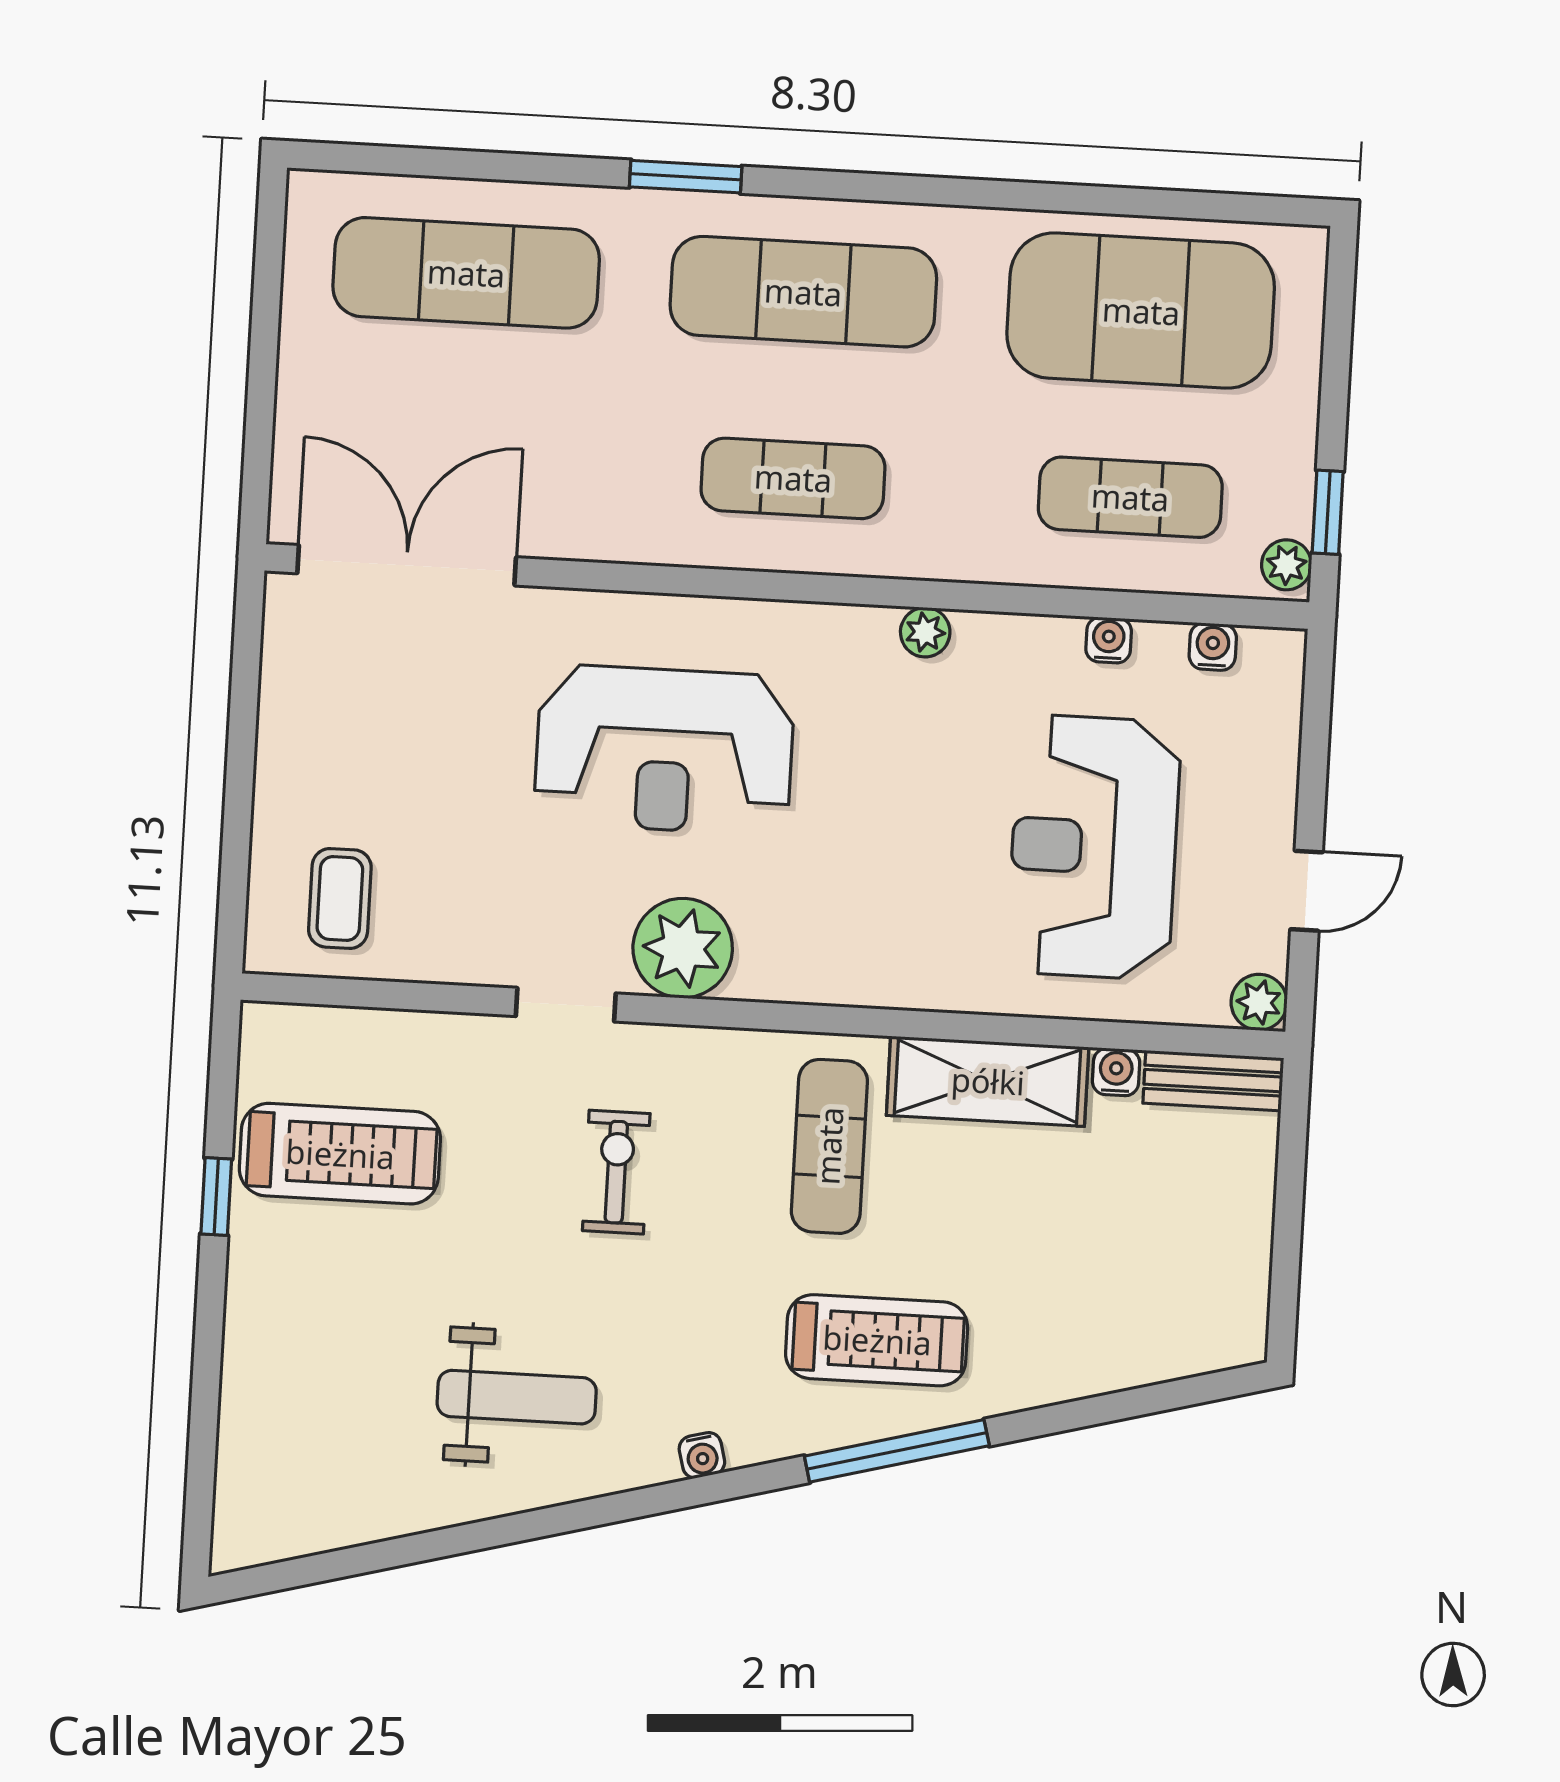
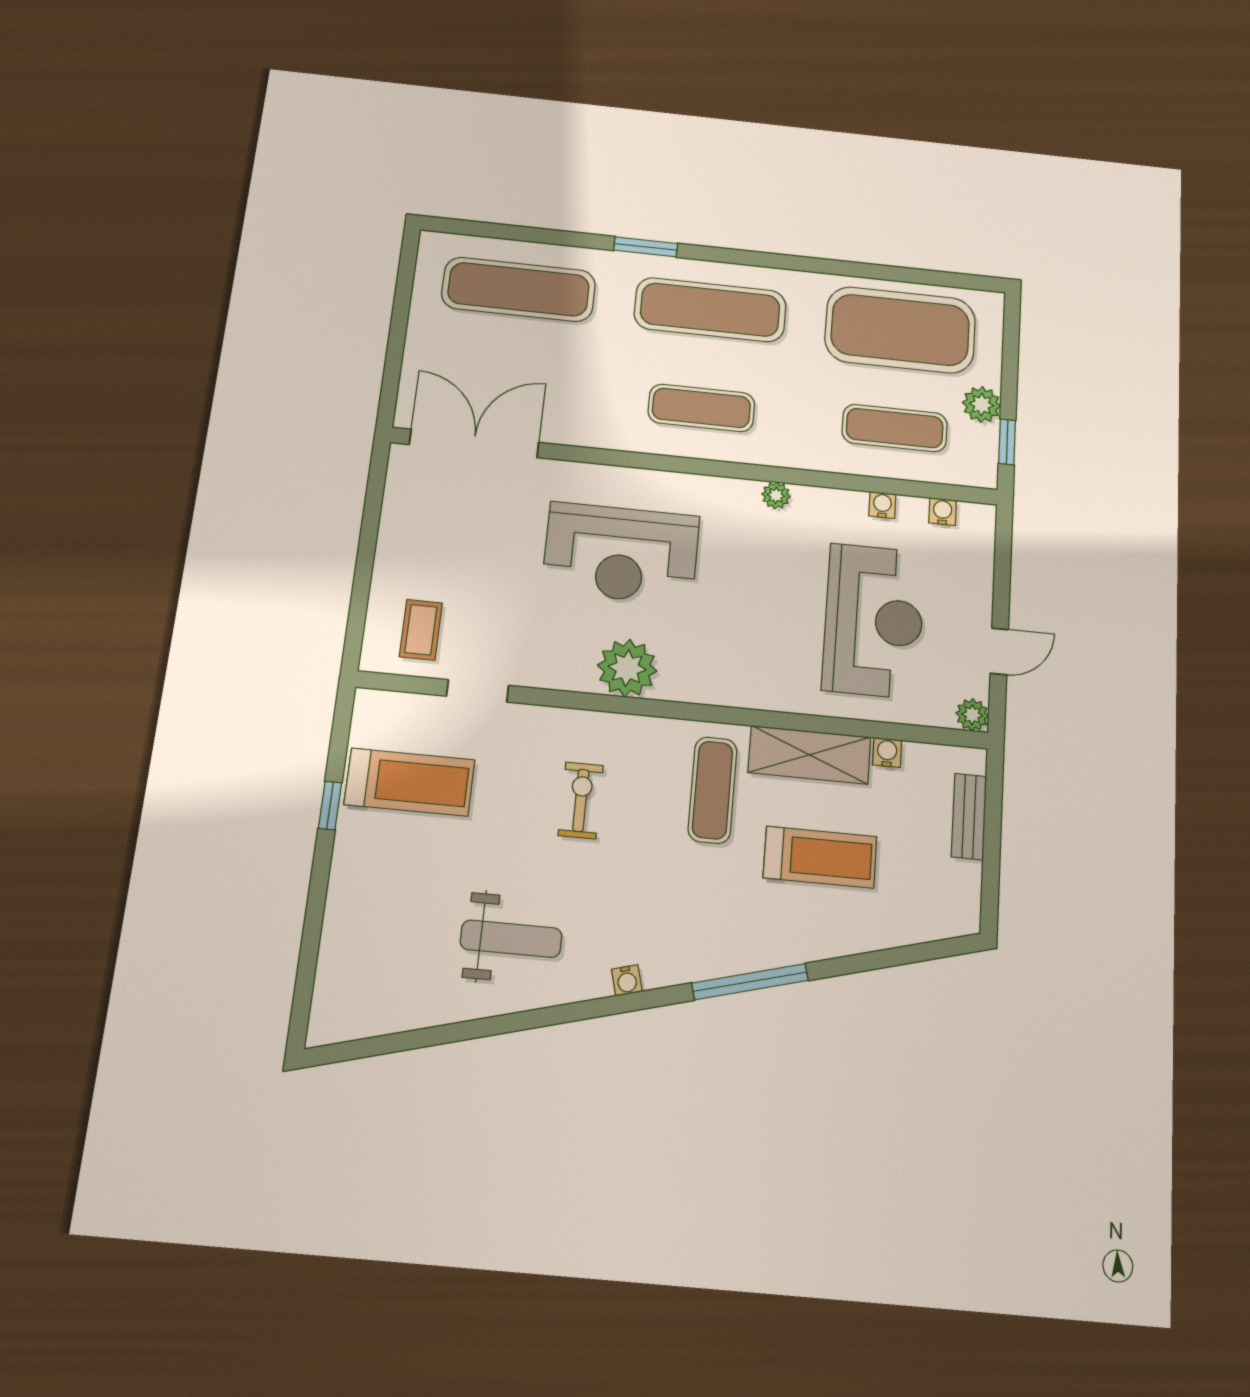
plant: (1286, 565) -> (982, 405), moved, width x1.38, depth x1.38
reception desk: (1094, 847) -> (874, 621), turned 180
doorway: (566, 1005) -> (478, 691), moved
bench: (1213, 1081) -> (969, 816), moved, turned 90
treadmill: (877, 1340) -> (820, 857), moved

